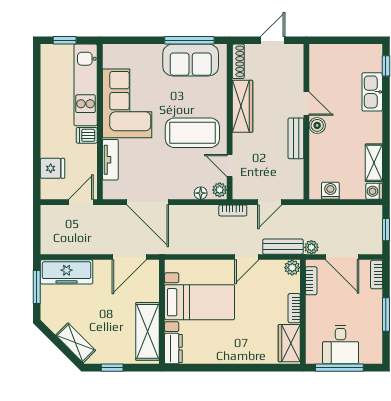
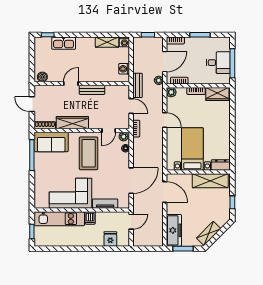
sofa: (191, 60) -> (51, 142), moved, turned 90
boiler: (317, 125) -> (42, 77), moved
door: (81, 202) -> (131, 222), swing flipped
bench: (283, 247) -> (137, 85), moved
shelving: (76, 343) -> (209, 233), moved

